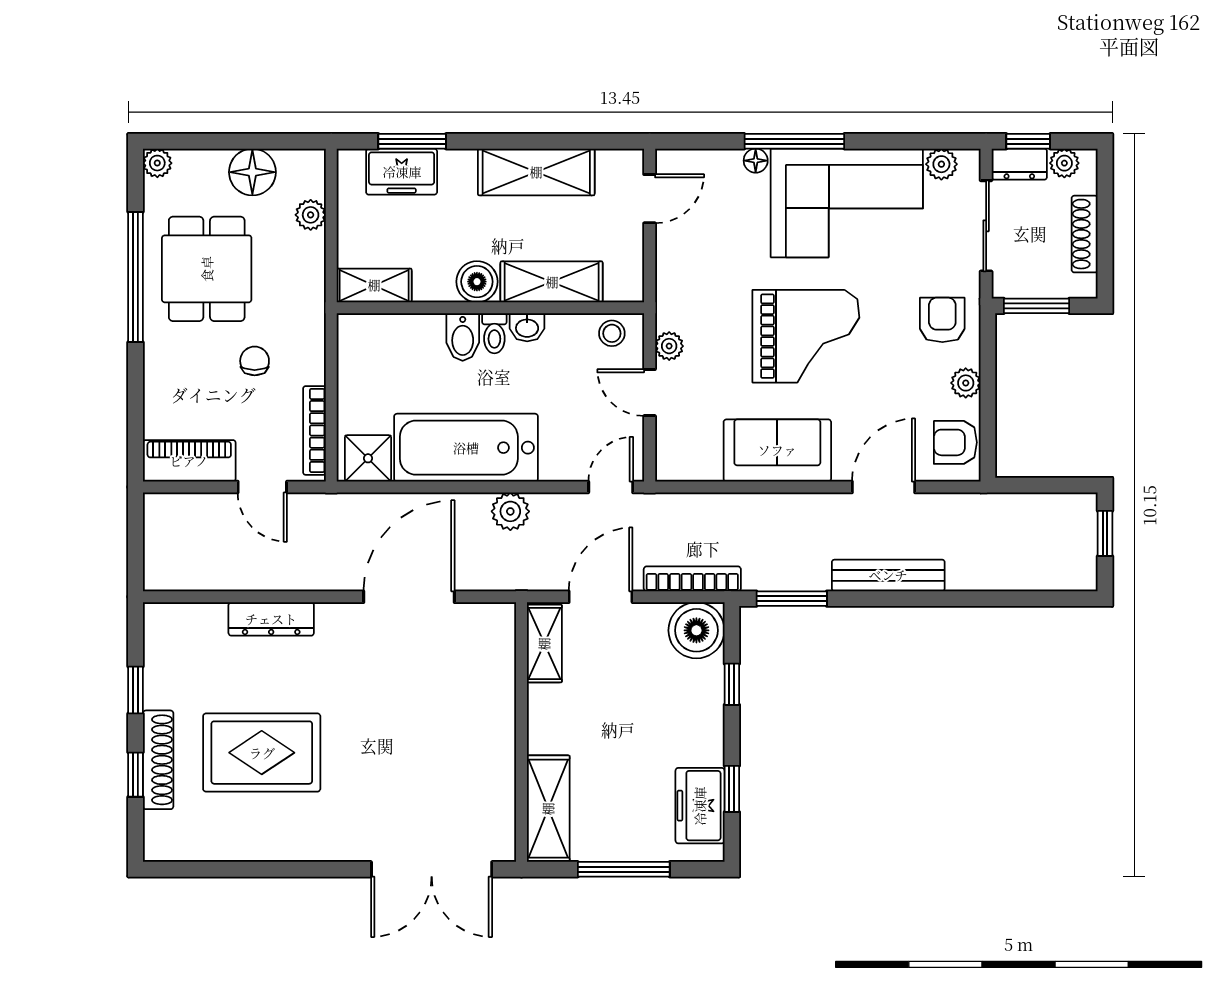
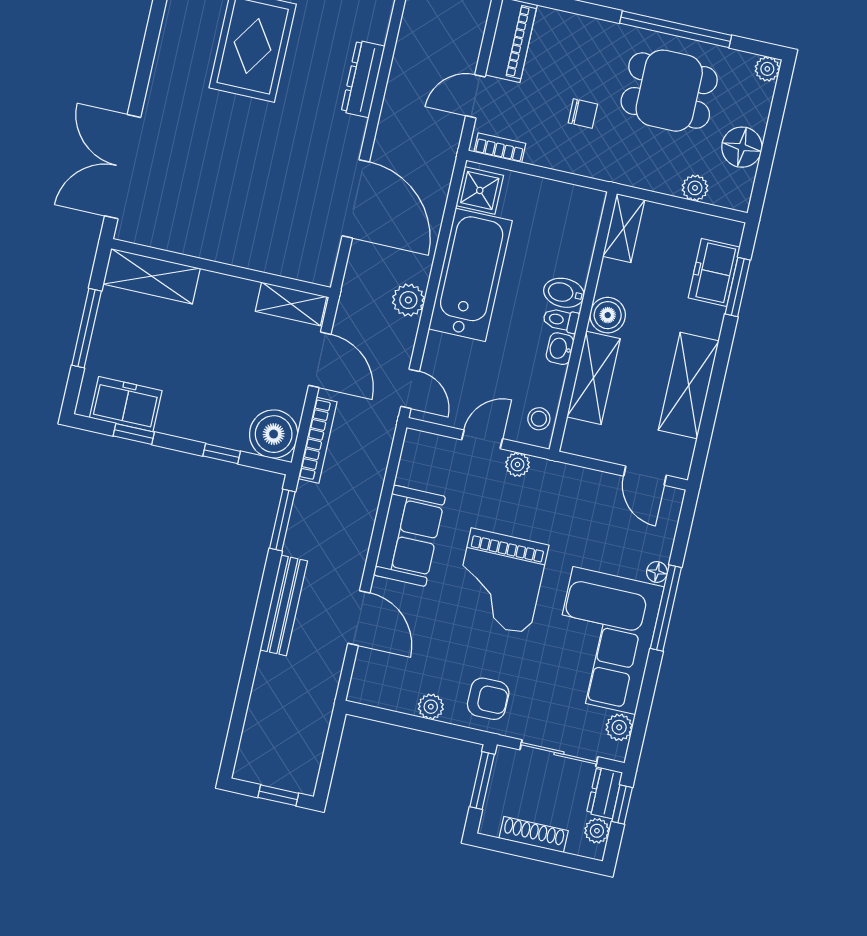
bookcase: (314, 430) -> (500, 148), width x0.64
armchair: (955, 442) -> (383, 687), removed

